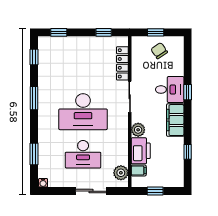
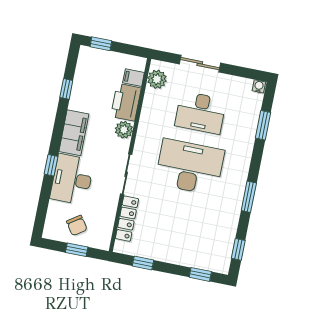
desk: (170, 90) -> (72, 179), width x1.37
desk: (83, 154) -> (201, 113), turned 180
window: (155, 191) -> (101, 44), moved

